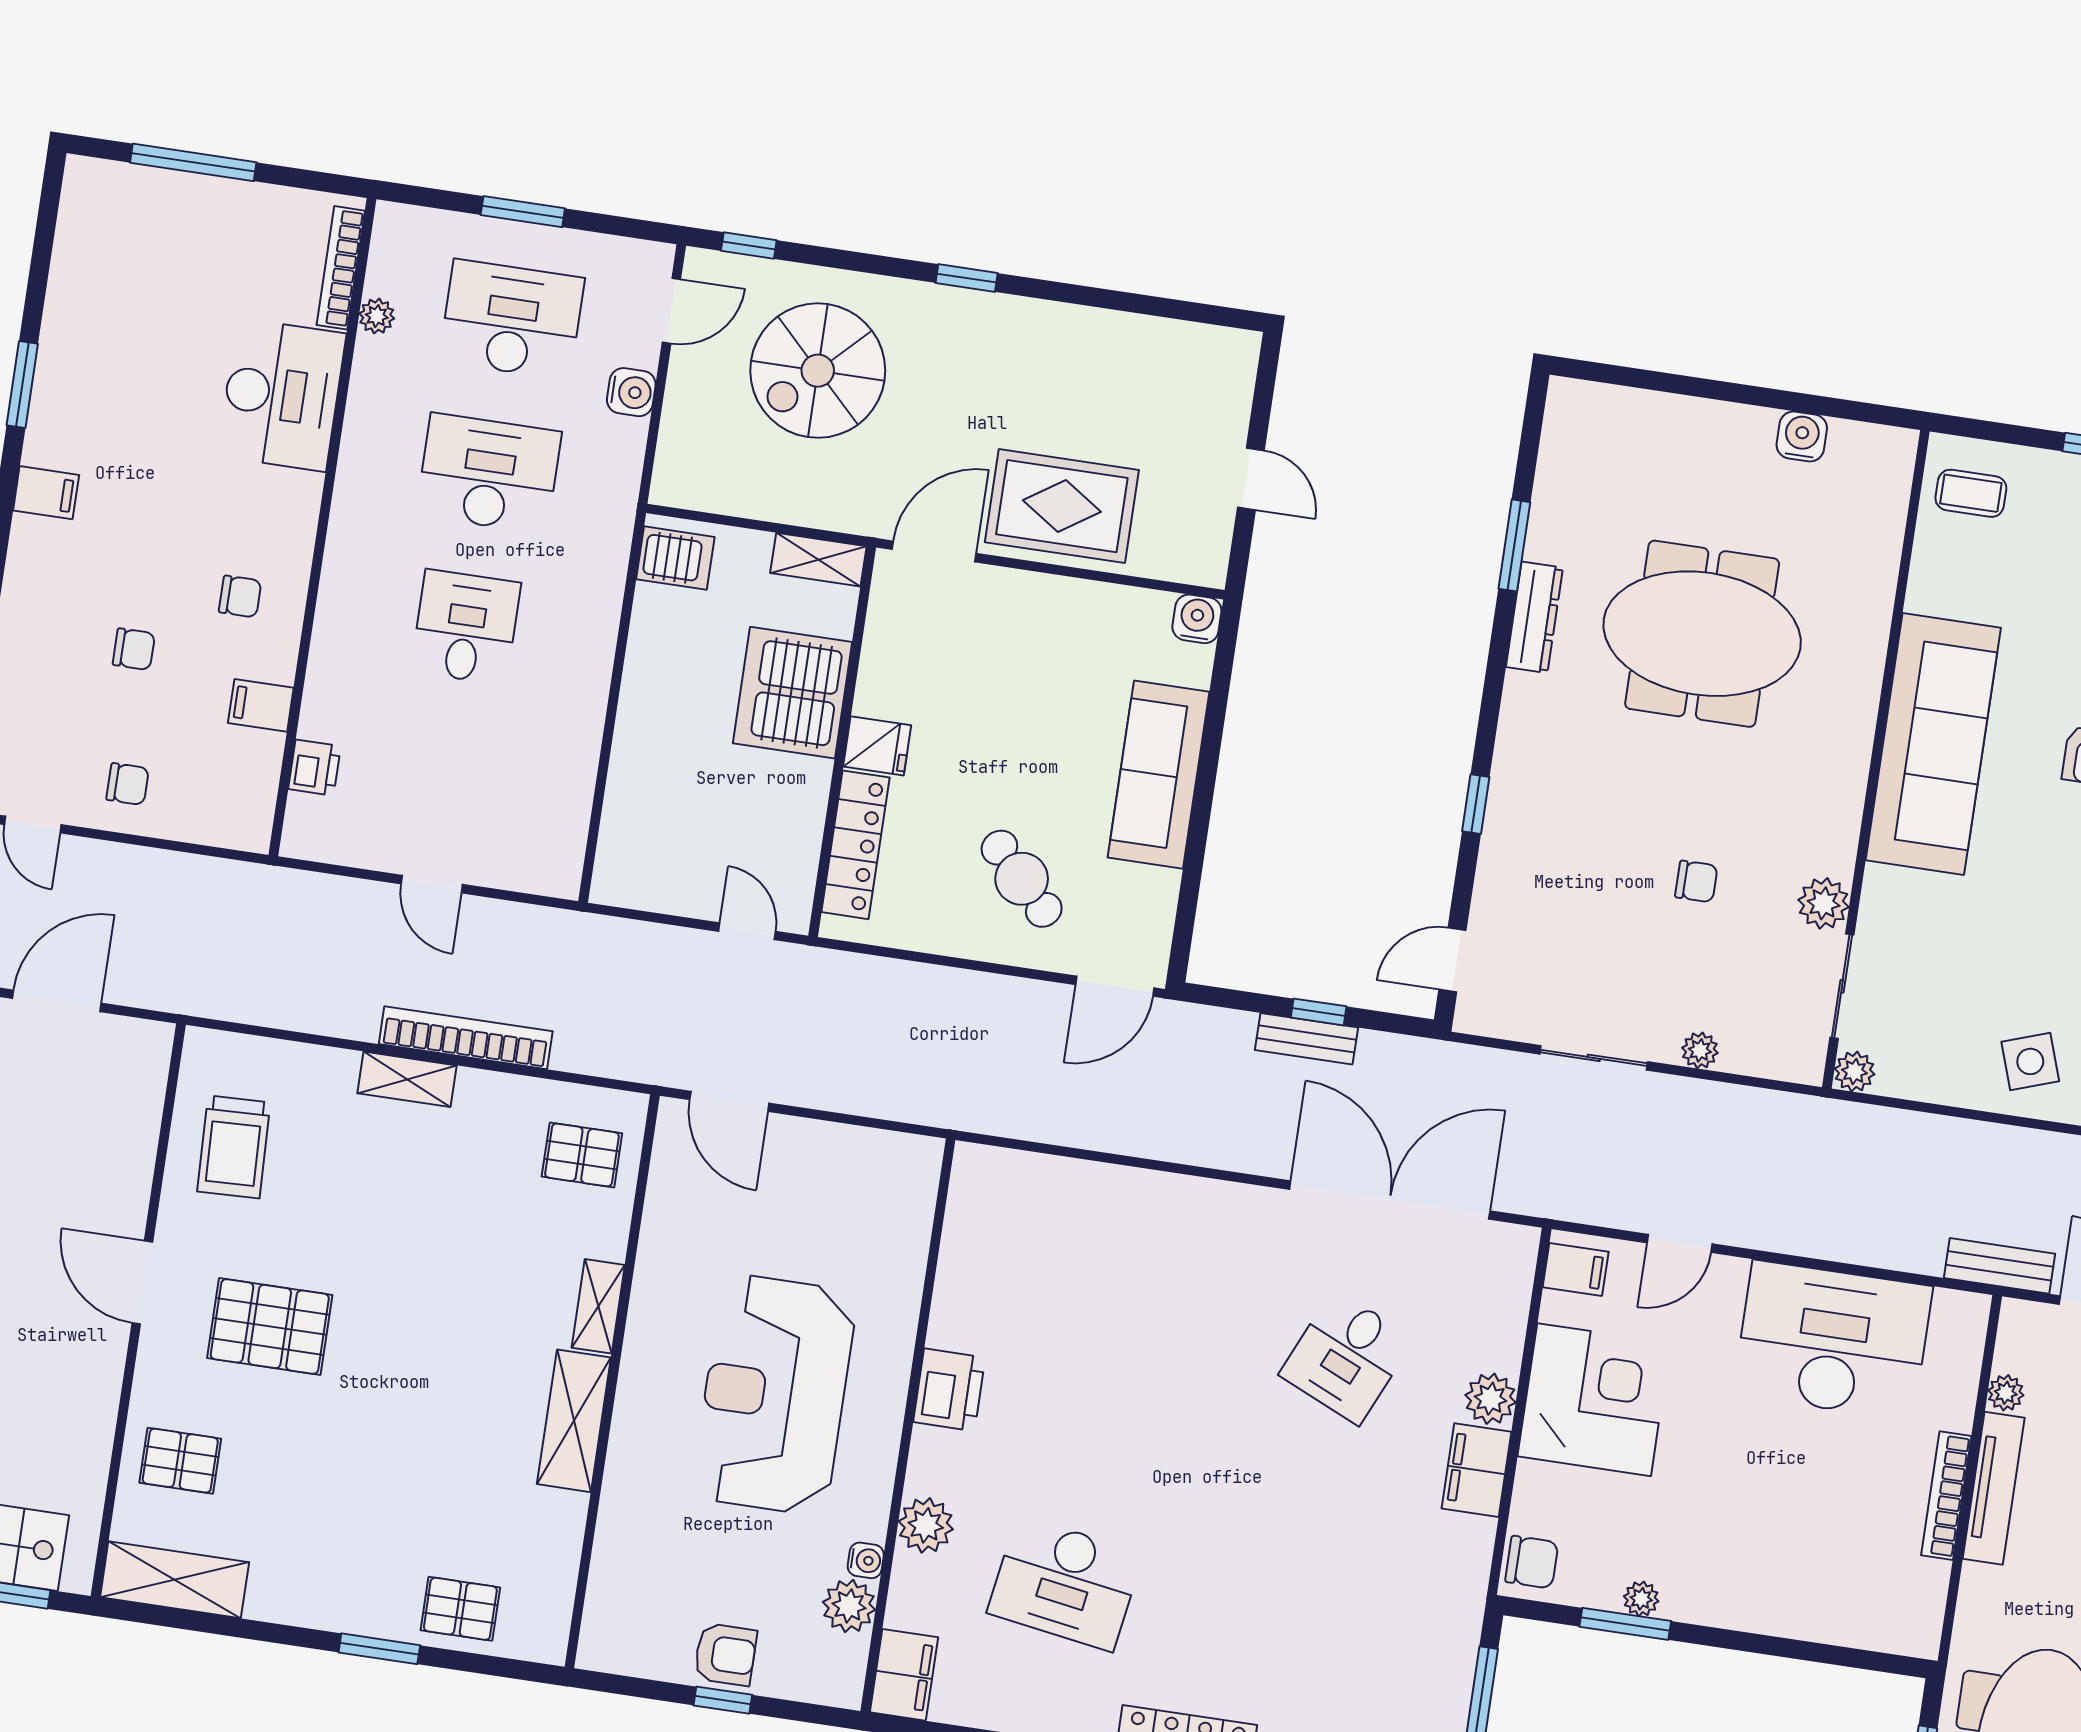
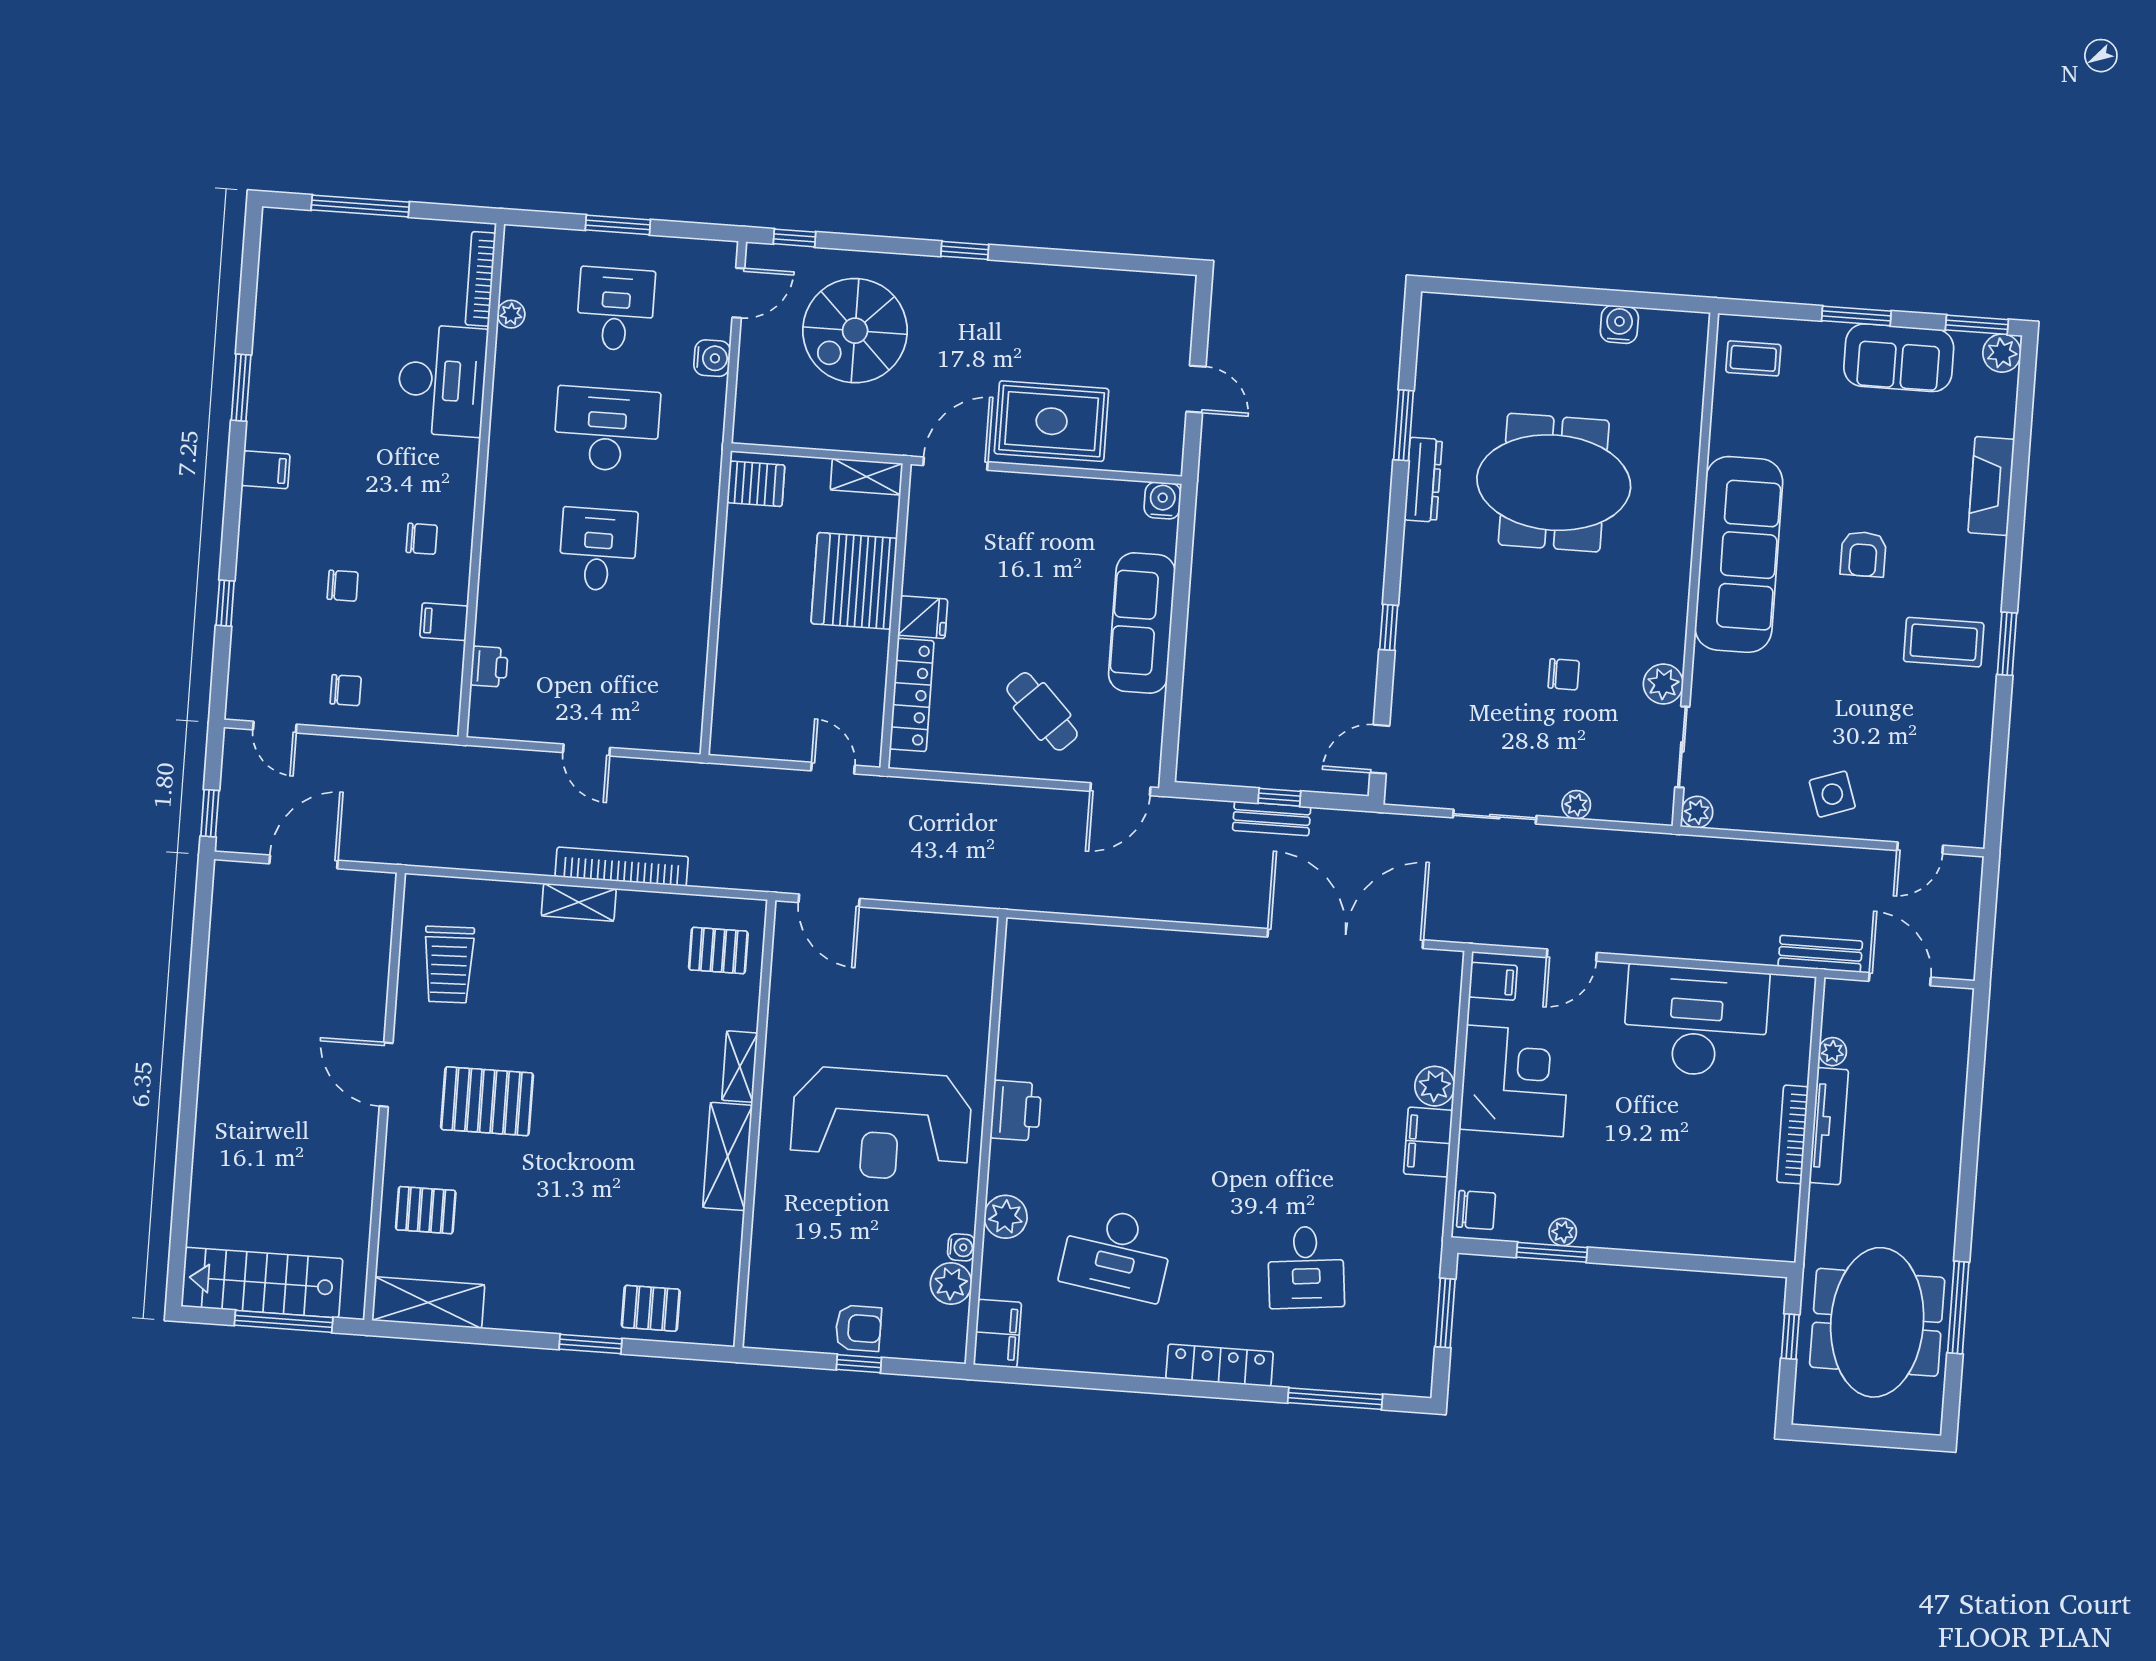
desk: (512, 320) -> (616, 309), width x0.73
desk: (1346, 1357) -> (1306, 1267), moved, turned -30
reception desk: (774, 1395) -> (881, 1124), turned -90

